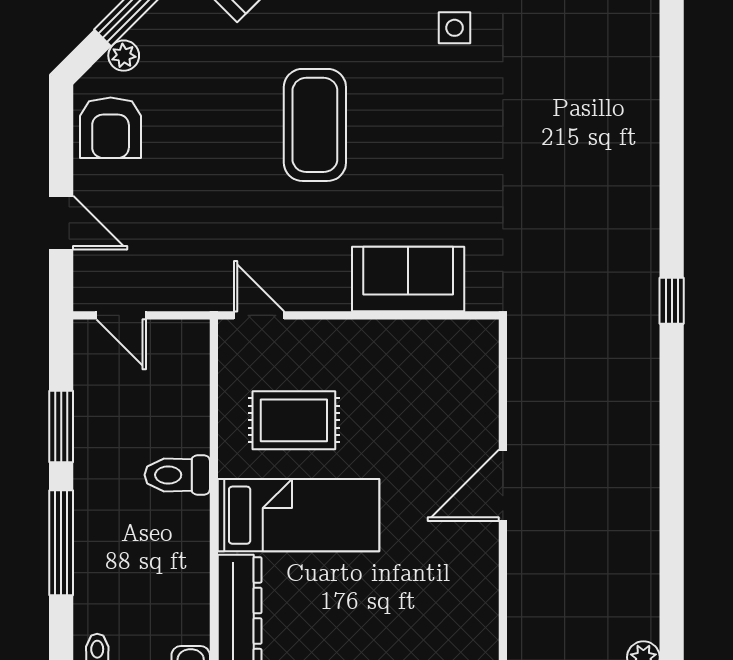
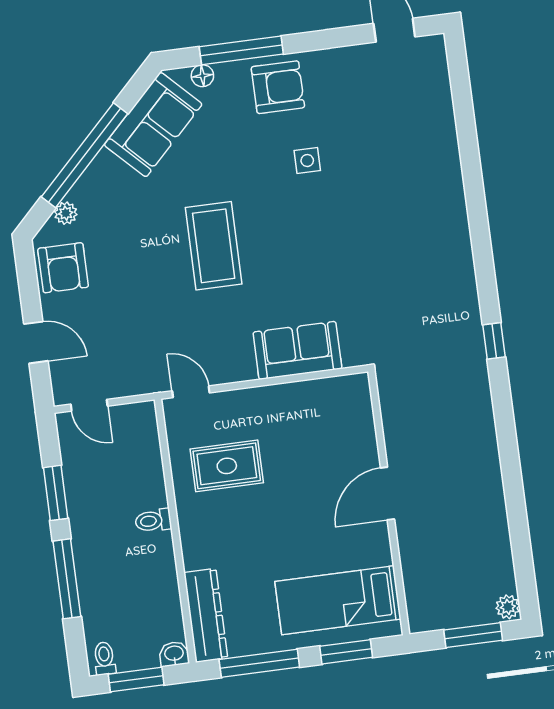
toilet: (177, 475) -> (153, 521), width x0.73, depth x0.72
bed: (298, 515) -> (338, 600), moved, turned 180

